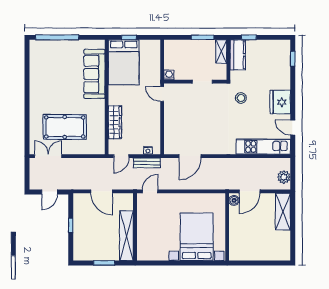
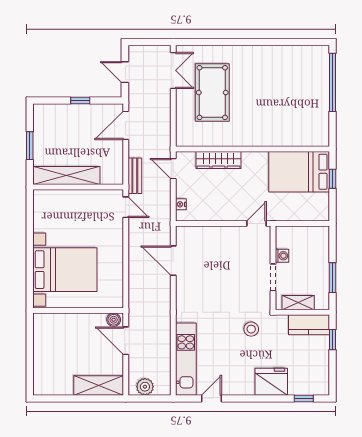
shelving: (221, 52) -> (298, 303), moved
sofa: (94, 74) -> (283, 132), removed
washing machine: (169, 75) -> (282, 256), moved
fridge: (280, 102) -> (271, 382), moved
bench: (147, 163) -> (135, 176), moved
door: (102, 191) -> (126, 125), moved

